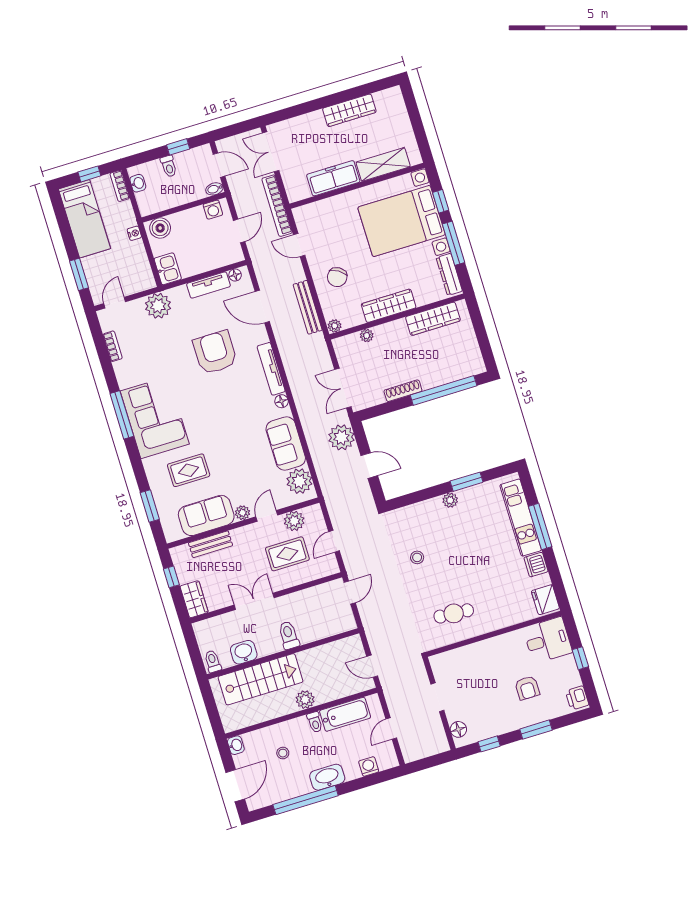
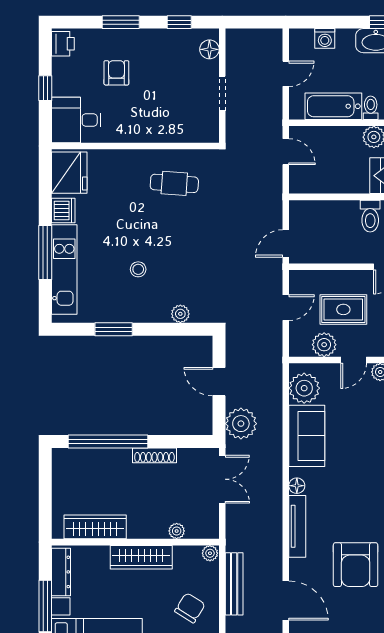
plant: (450, 500) -> (180, 314), moved
stool: (417, 557) -> (138, 269), moved
fridge: (545, 600) -> (69, 173), width x1.36, depth x1.34

